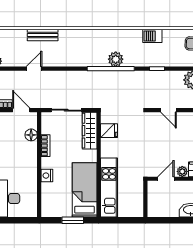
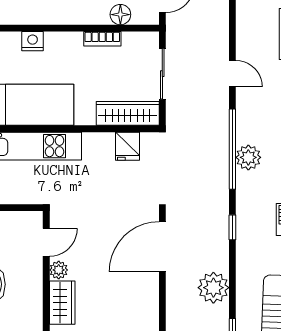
door: (34, 69) -> (232, 74), moved
door: (169, 110) -> (162, 247), width x1.88
nightstand: (47, 176) -> (33, 41), moved
door: (166, 179) -> (46, 242), hinge flipped

